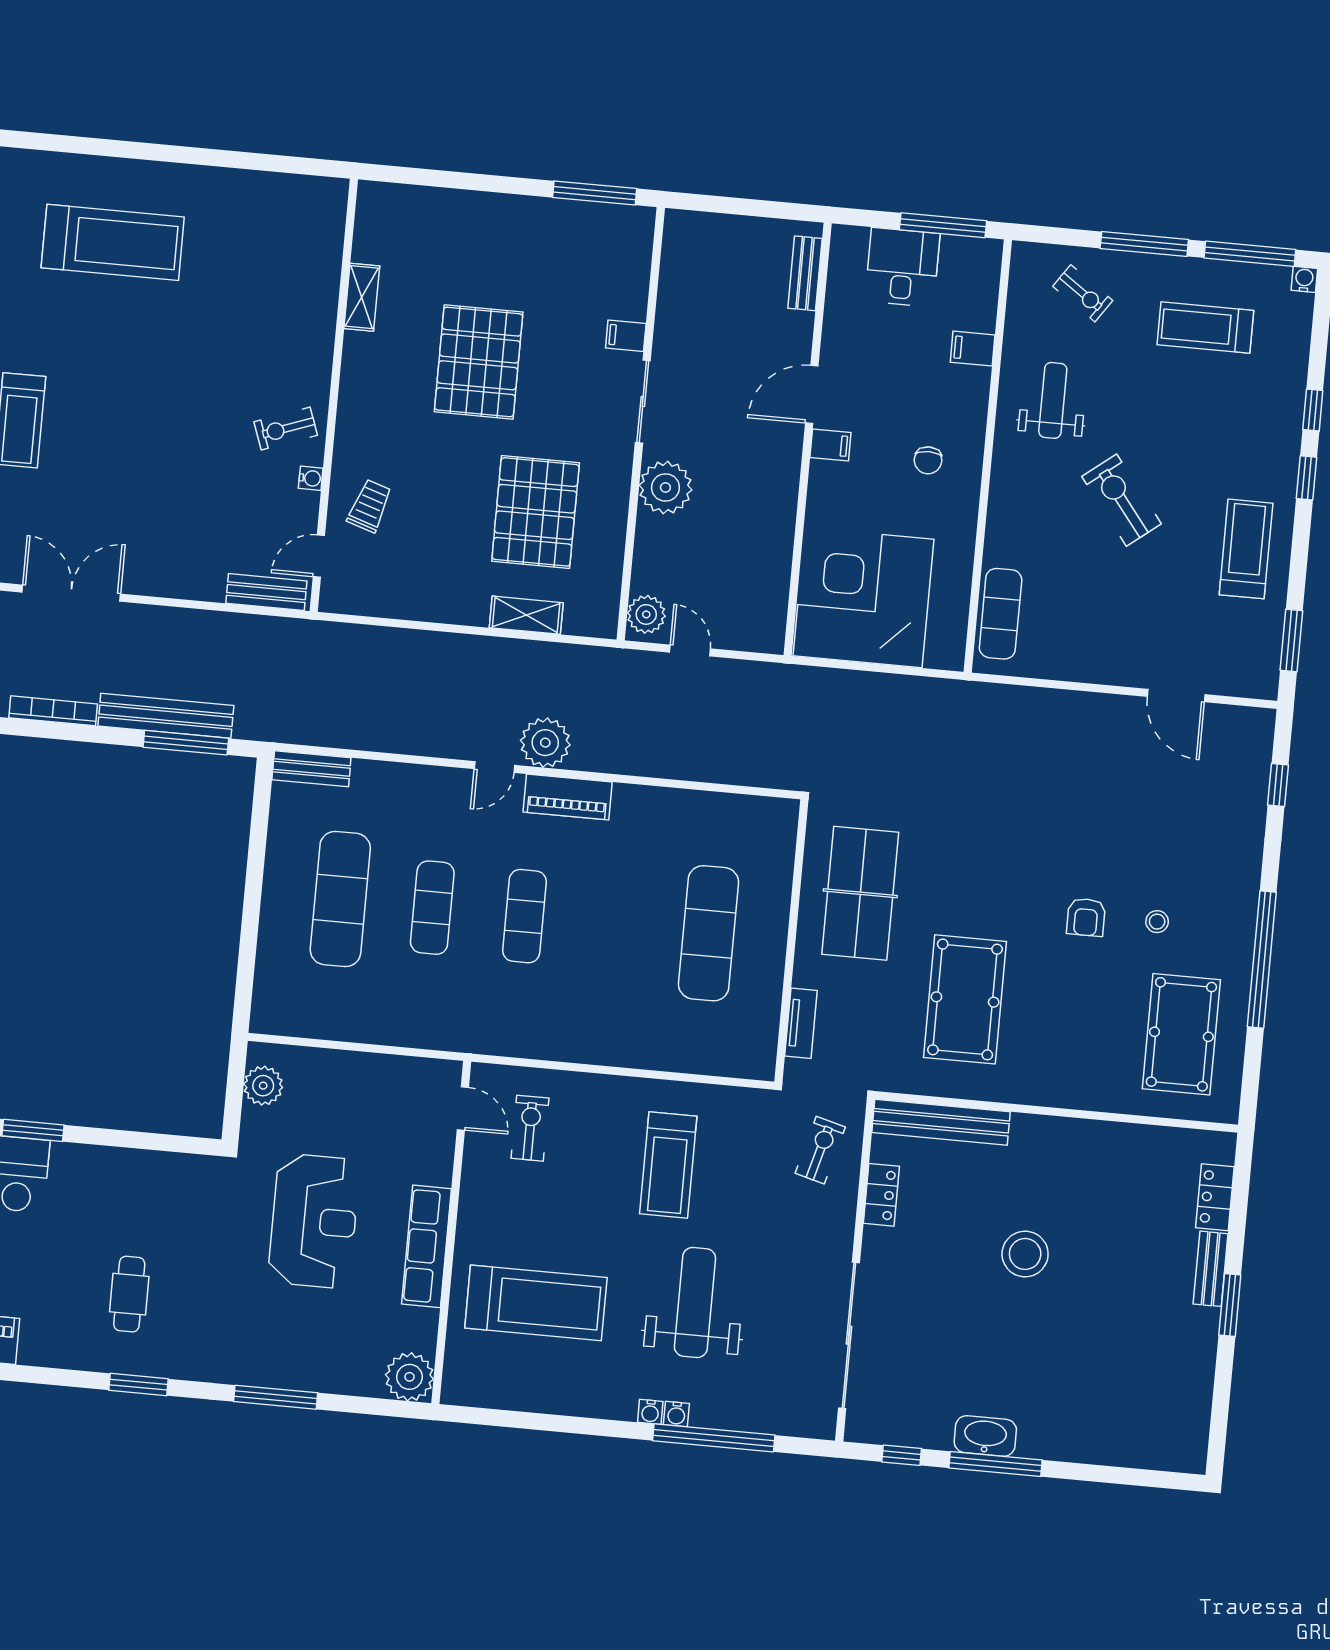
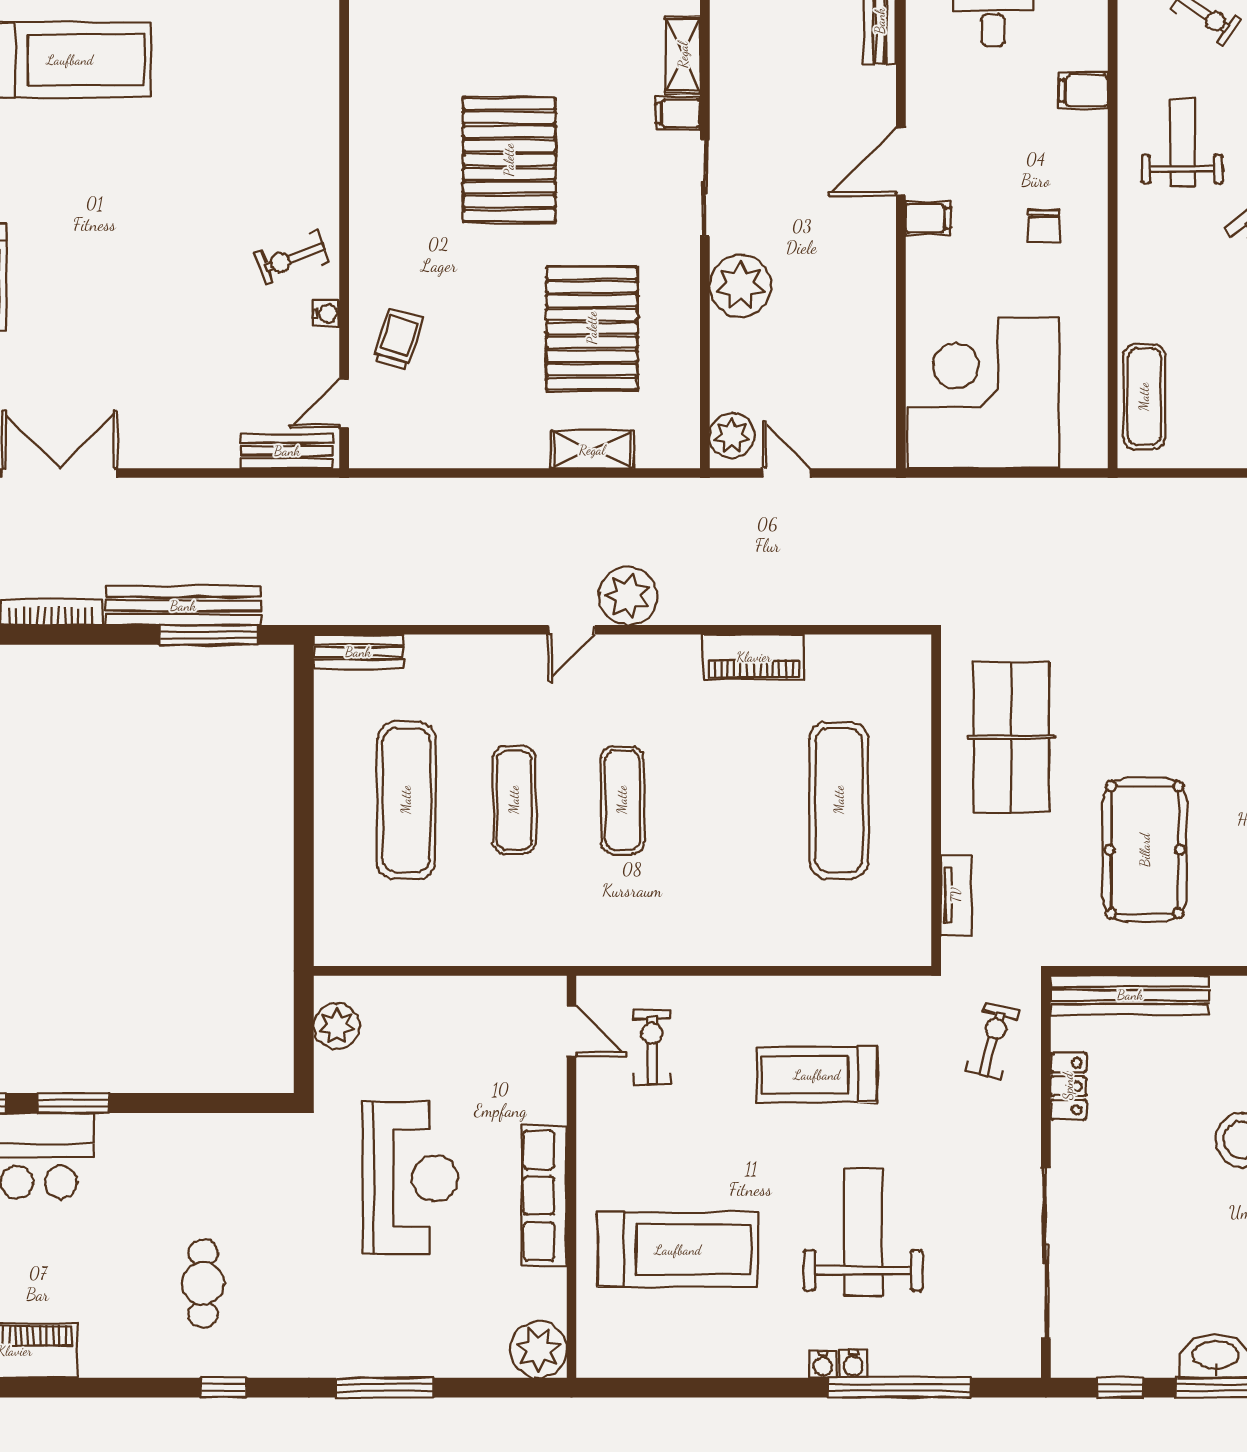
shelving: (362, 297) -> (683, 55), moved
piano: (568, 797) -> (754, 657), moved
treadmill: (668, 1165) -> (817, 1075), turned 90
window: (139, 1384) -> (224, 1388), width x0.67

